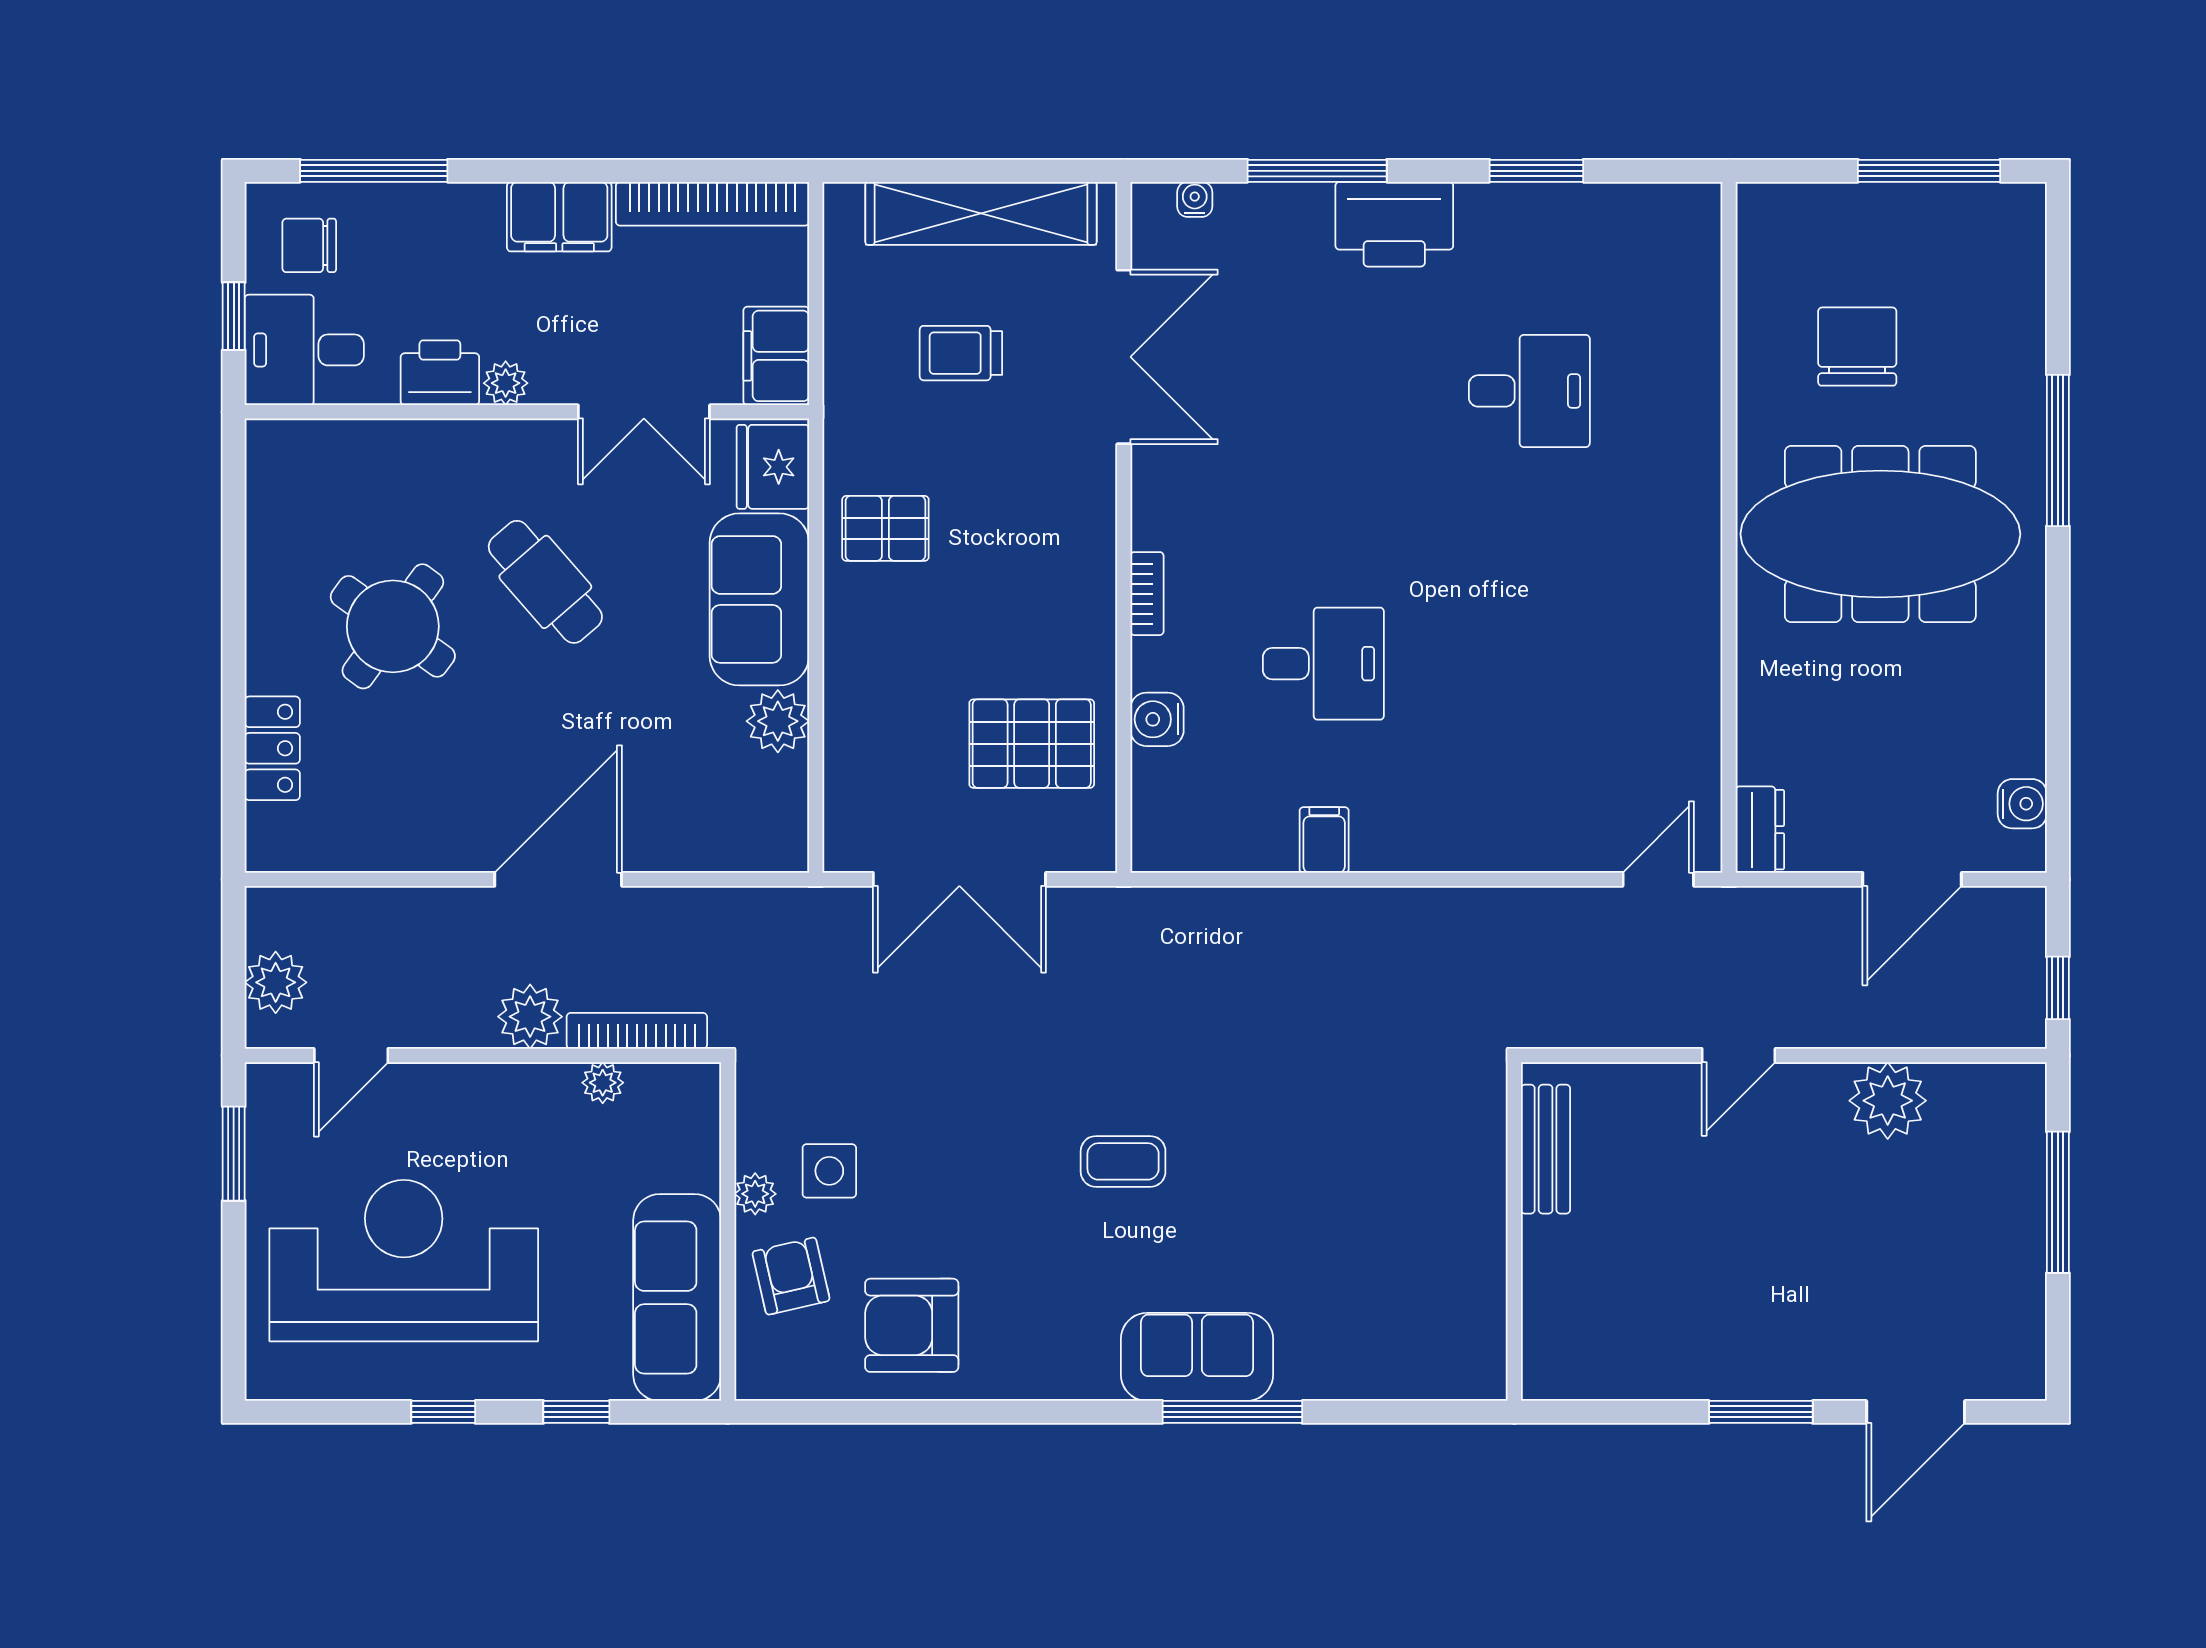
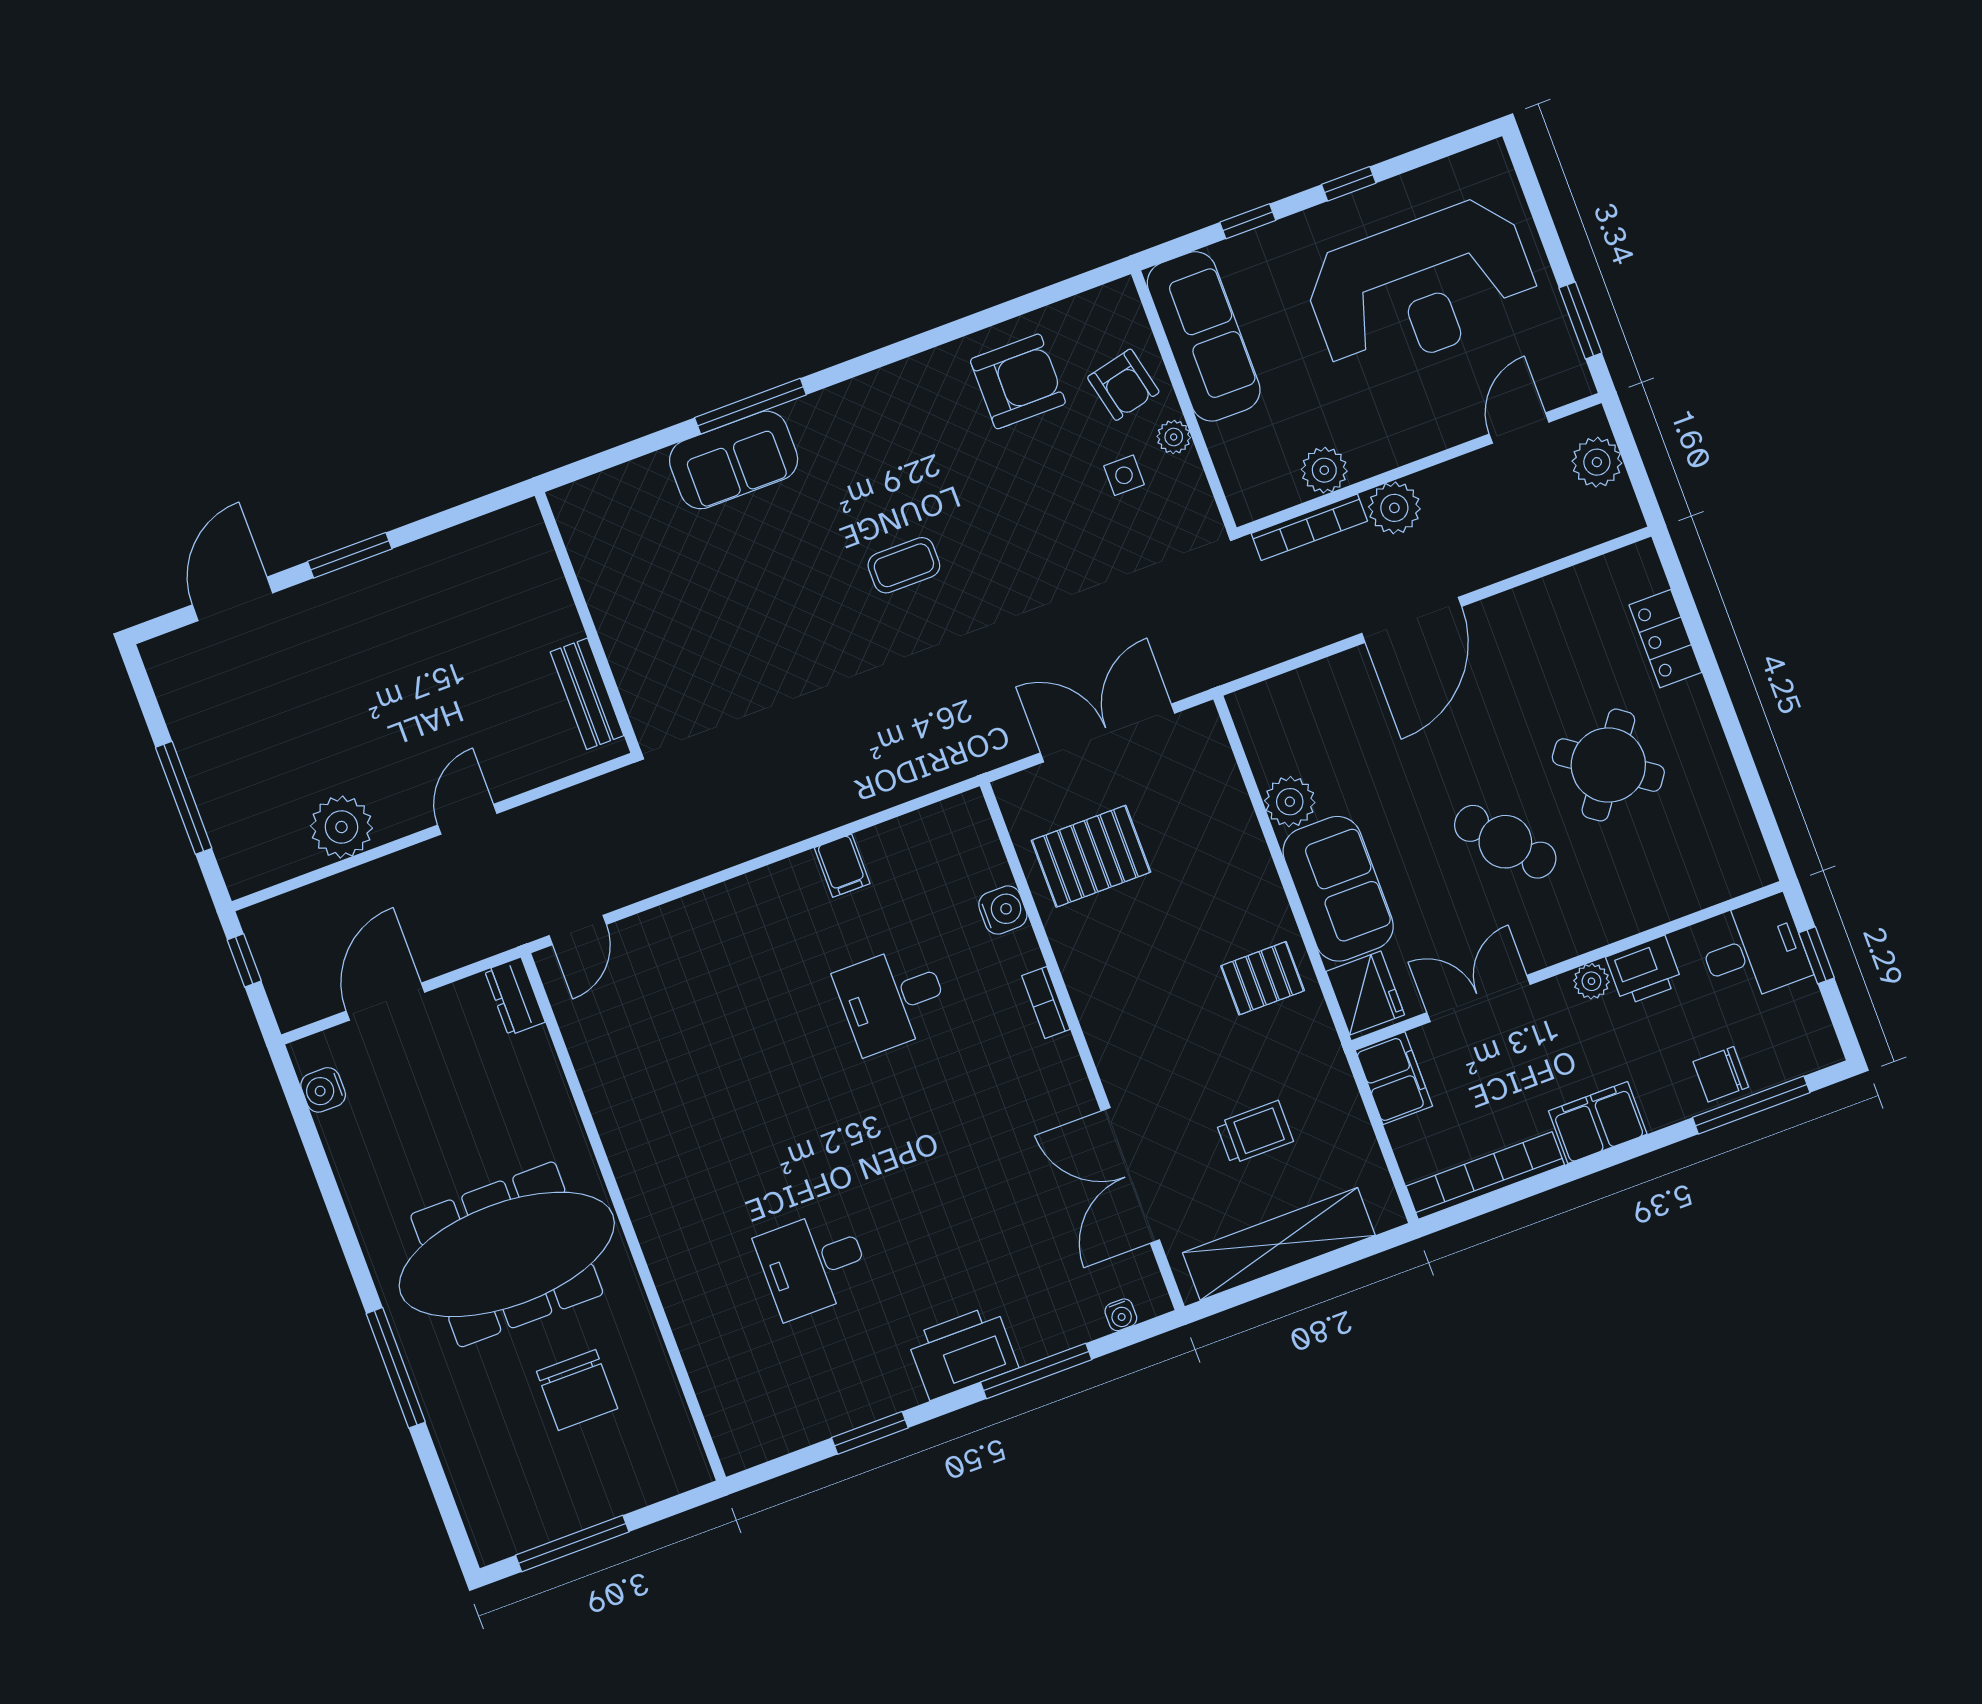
chair: (309, 245) -> (1721, 1074), moved, turned 180
plant: (603, 1083) -> (1324, 470), width x1.38, depth x1.38
side table: (829, 1171) -> (1124, 475), width x0.73, depth x0.73
sofa: (1197, 1357) -> (734, 460), moved

